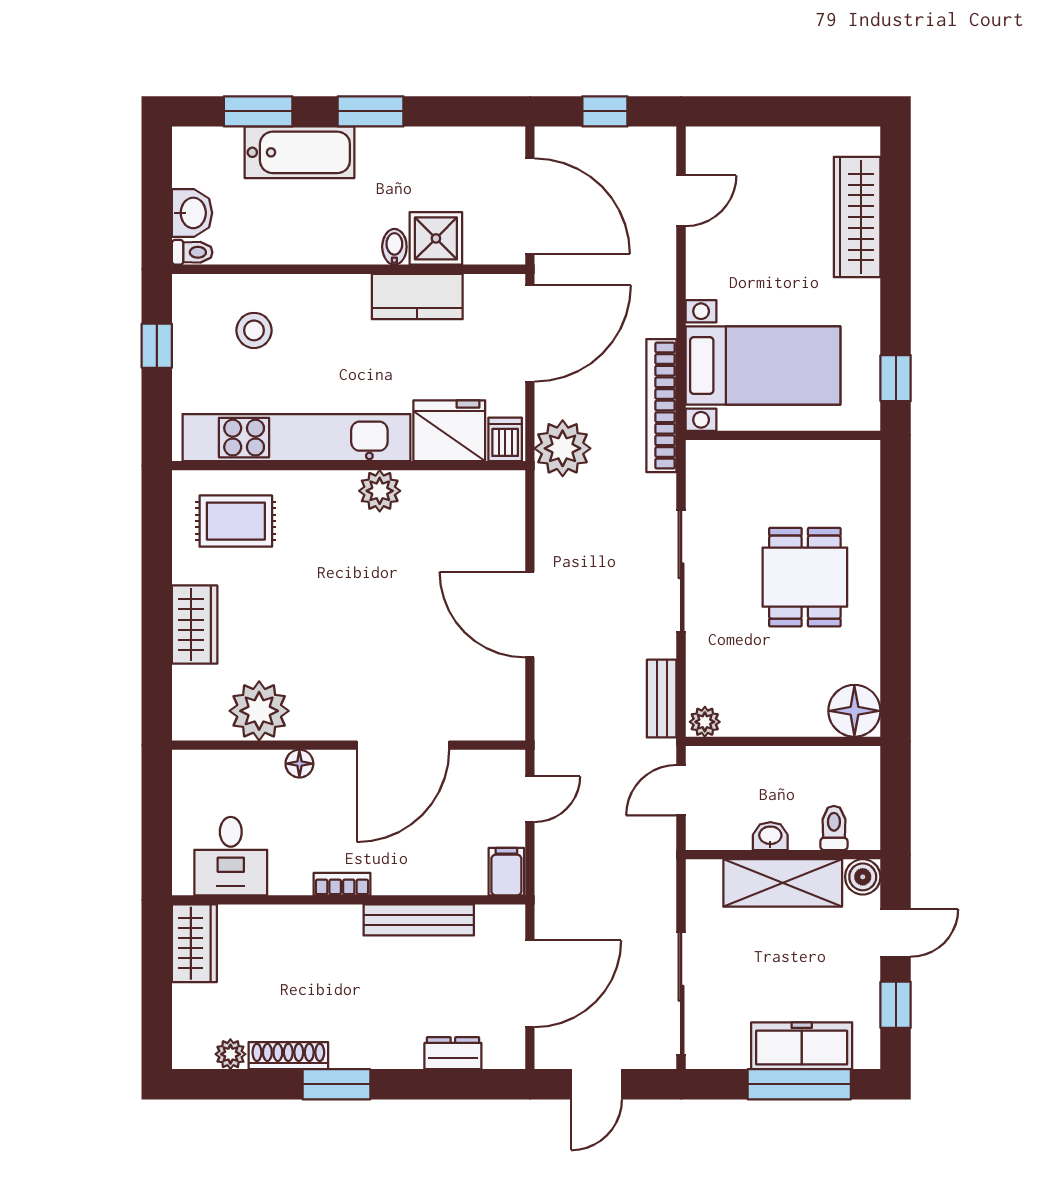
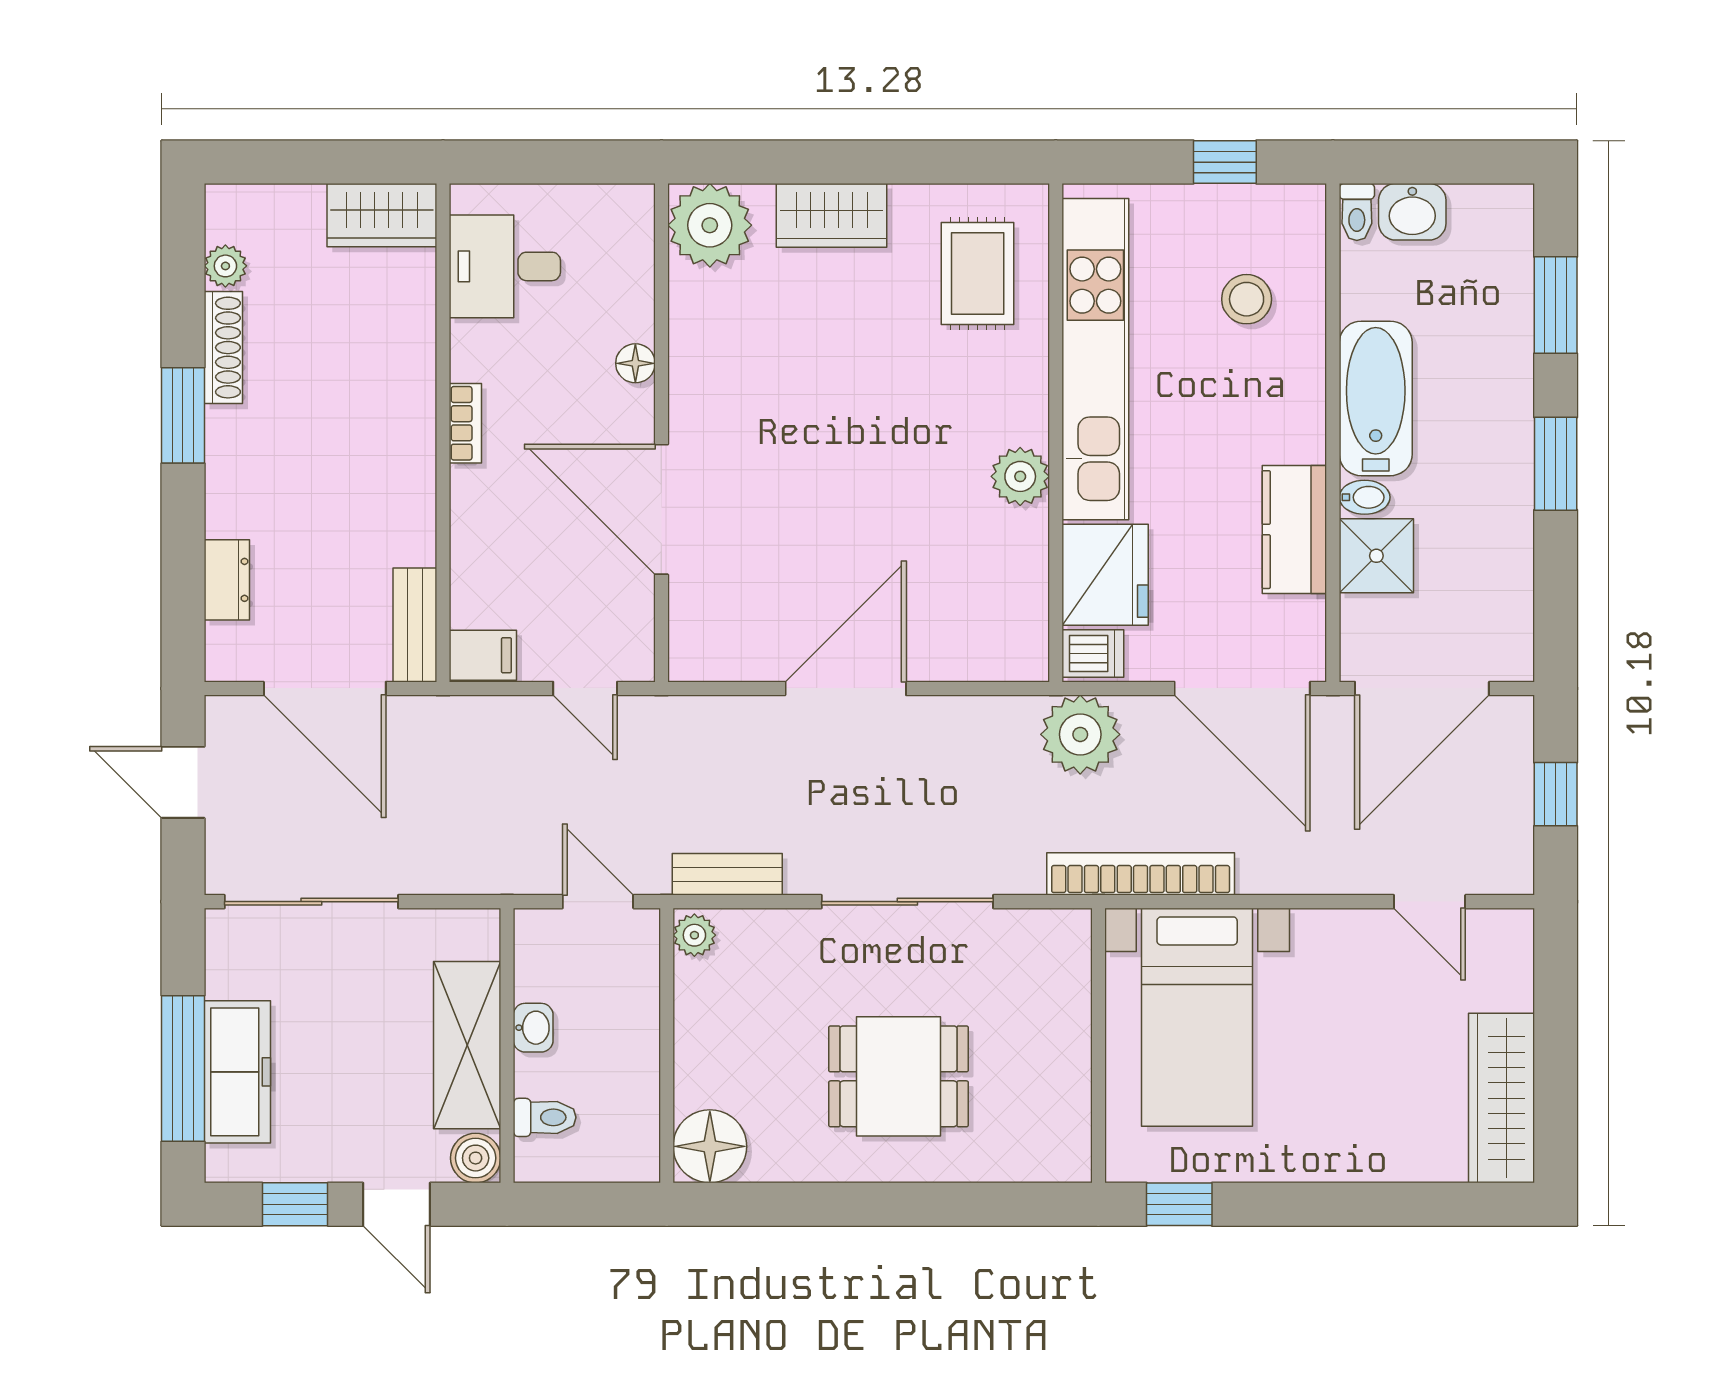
bathtub: (299, 152) -> (1376, 398), moved, turned 180
wardrobe: (857, 217) -> (1501, 1098), moved, turned -90
plant: (259, 711) -> (710, 225), moved
bench: (419, 920) -> (415, 625), moved, width x0.73

